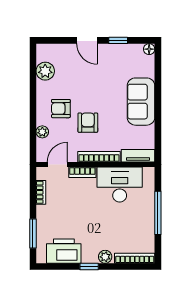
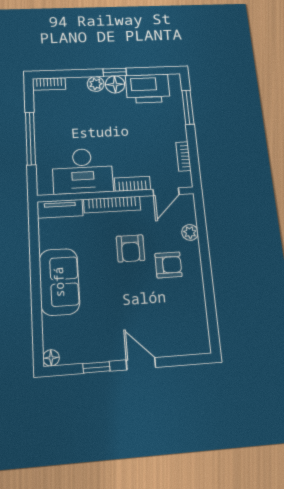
plant: (45, 71) -> (195, 315), removed
floor lamp: (90, 256) -> (115, 84), added
bookcase: (135, 258) -> (49, 84), width x0.64

